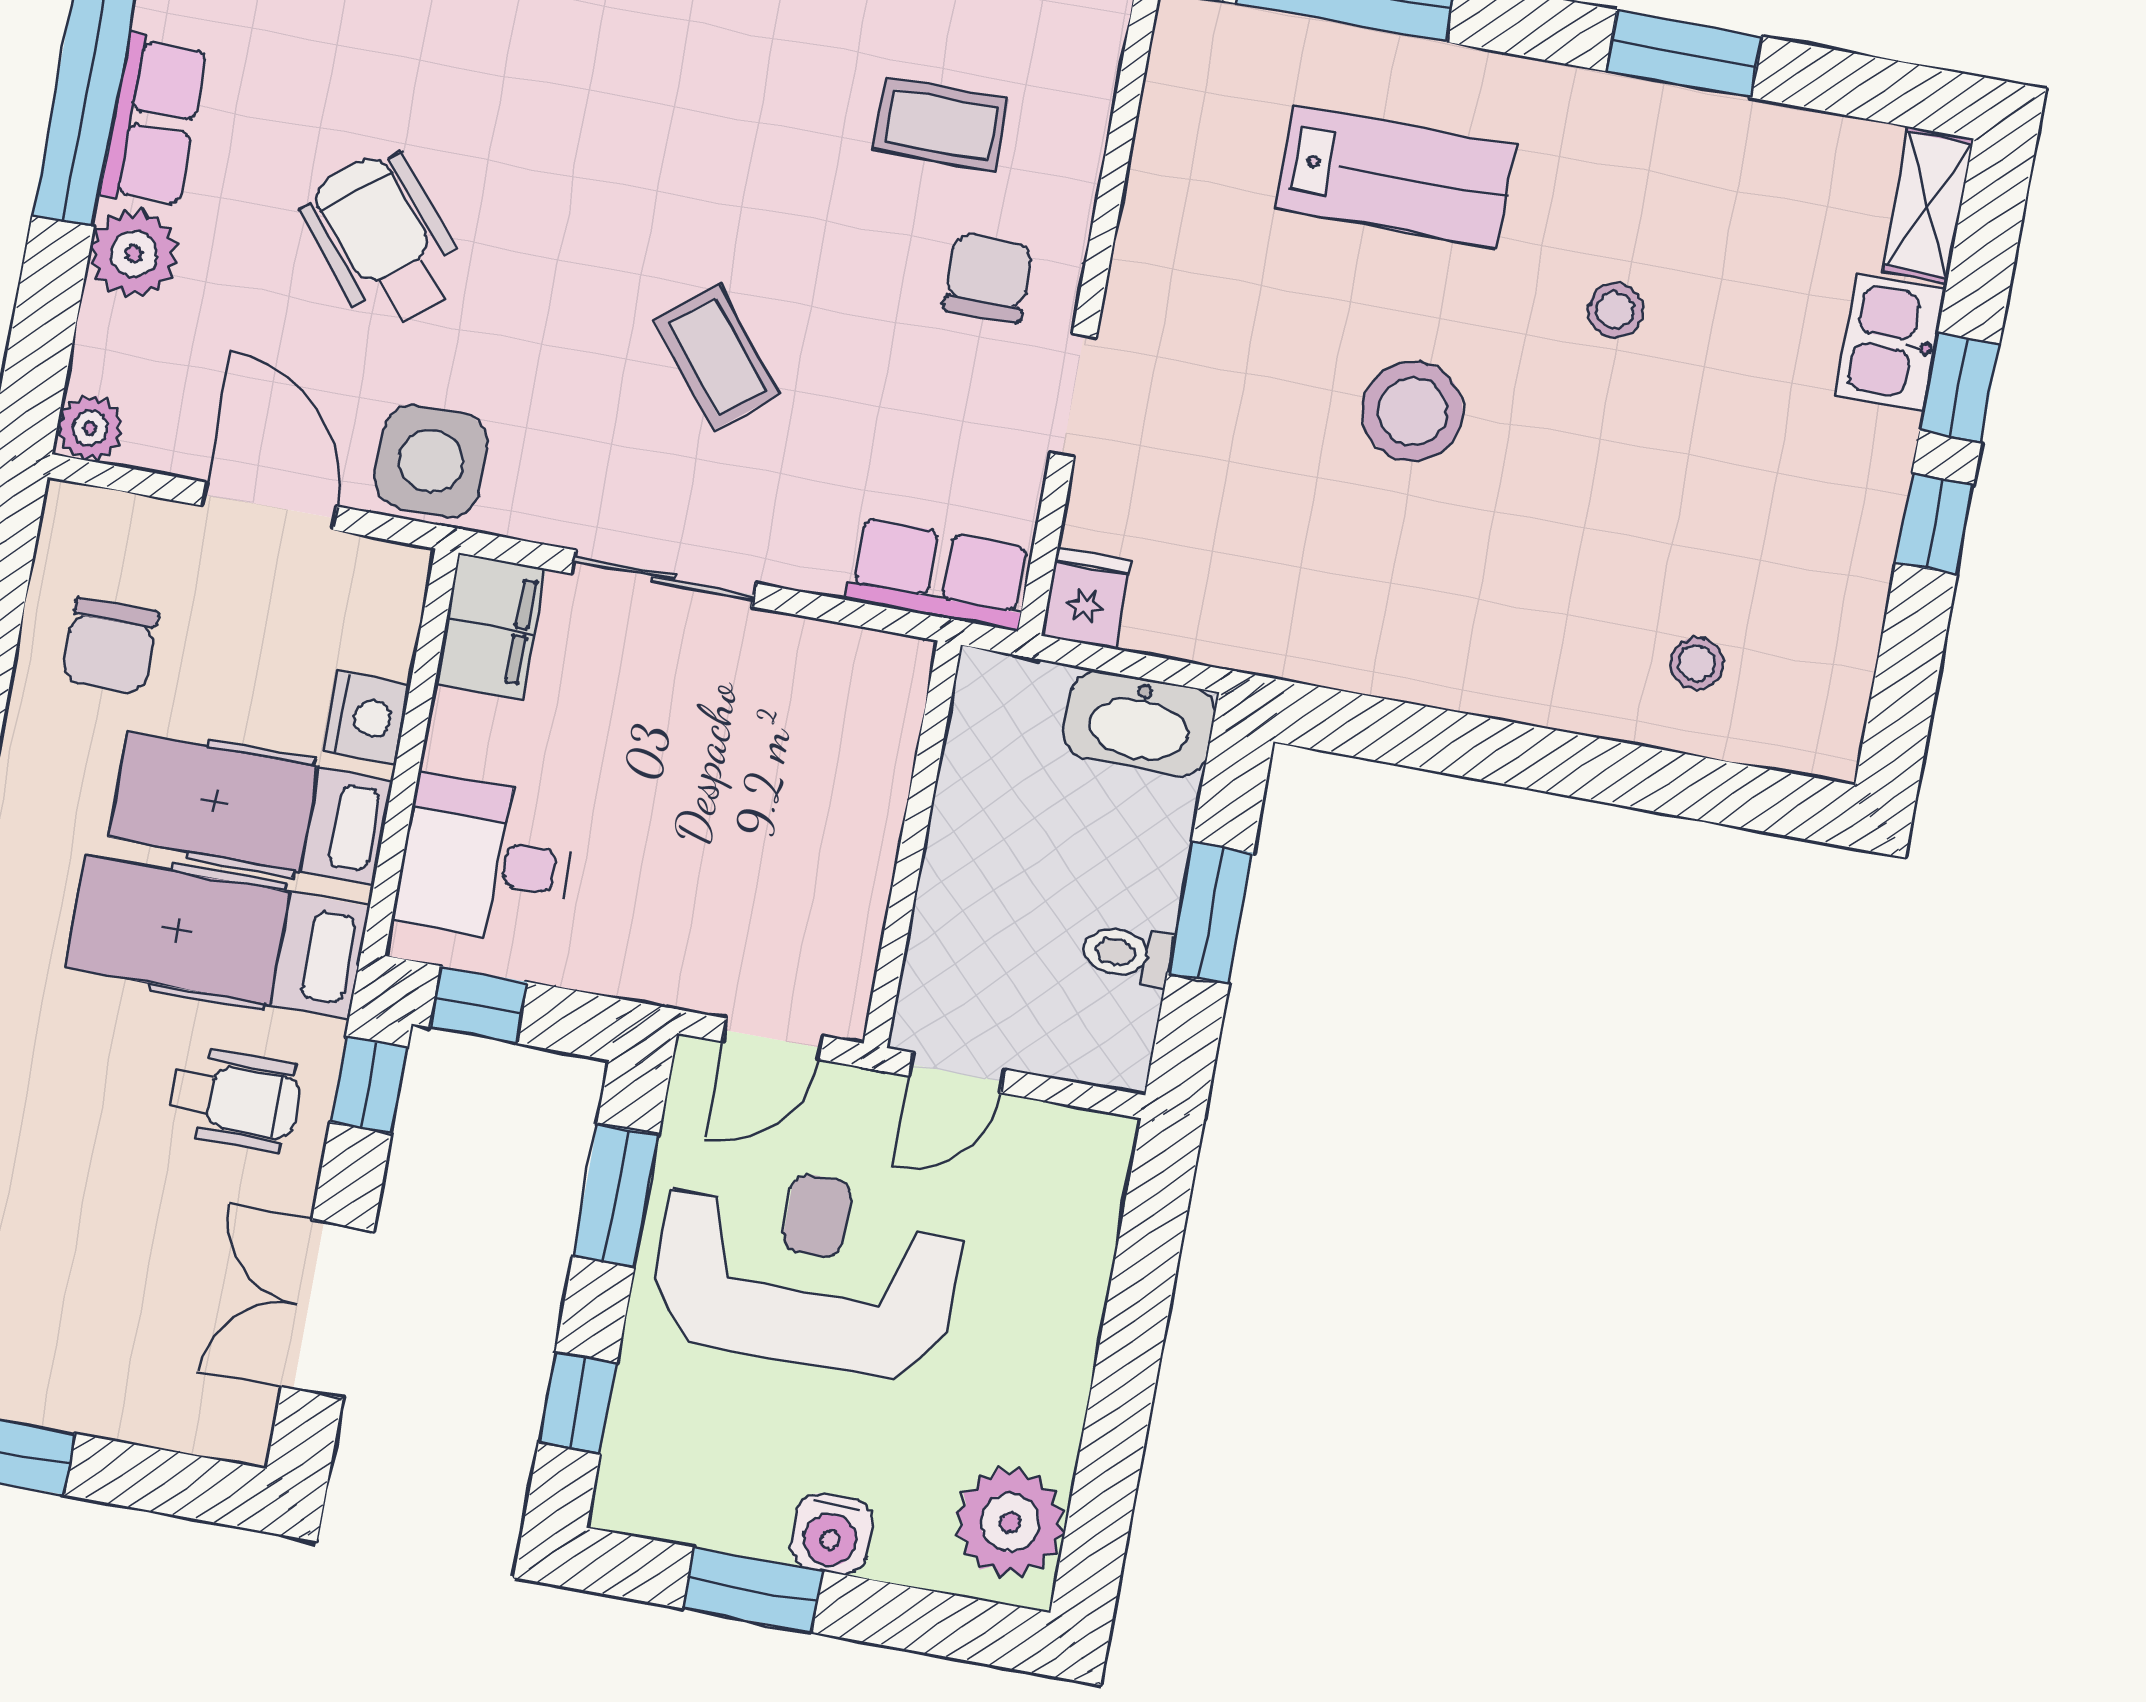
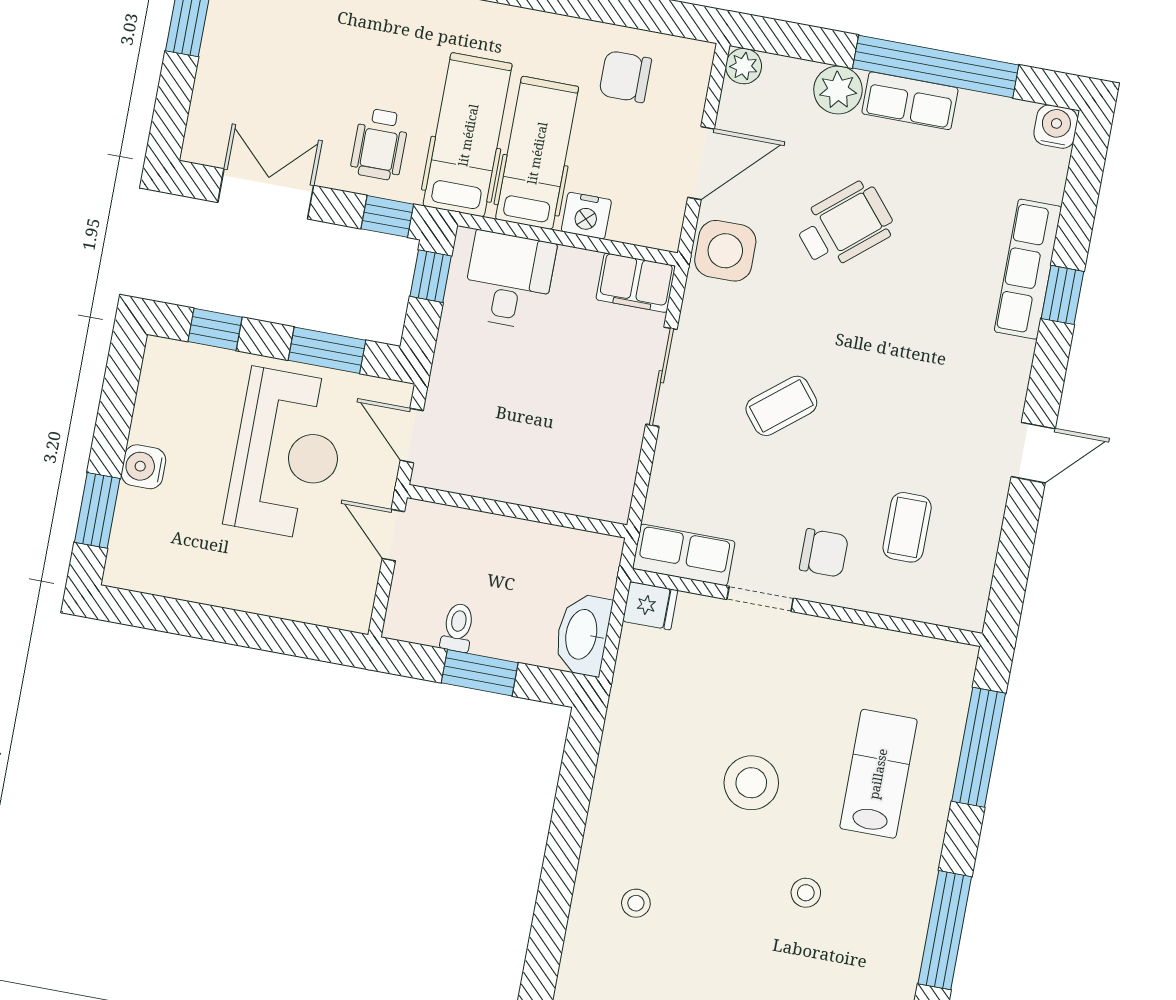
window: (1684, 54) -> (945, 930), width x1.44
lab bench: (1396, 177) -> (878, 774), turned 180
row of seats: (938, 574) -> (684, 555), moved, turned -90
stool: (1697, 663) -> (636, 903), moved
plant: (1010, 1523) -> (149, 564), removed
window: (753, 1590) -> (97, 510), moved

